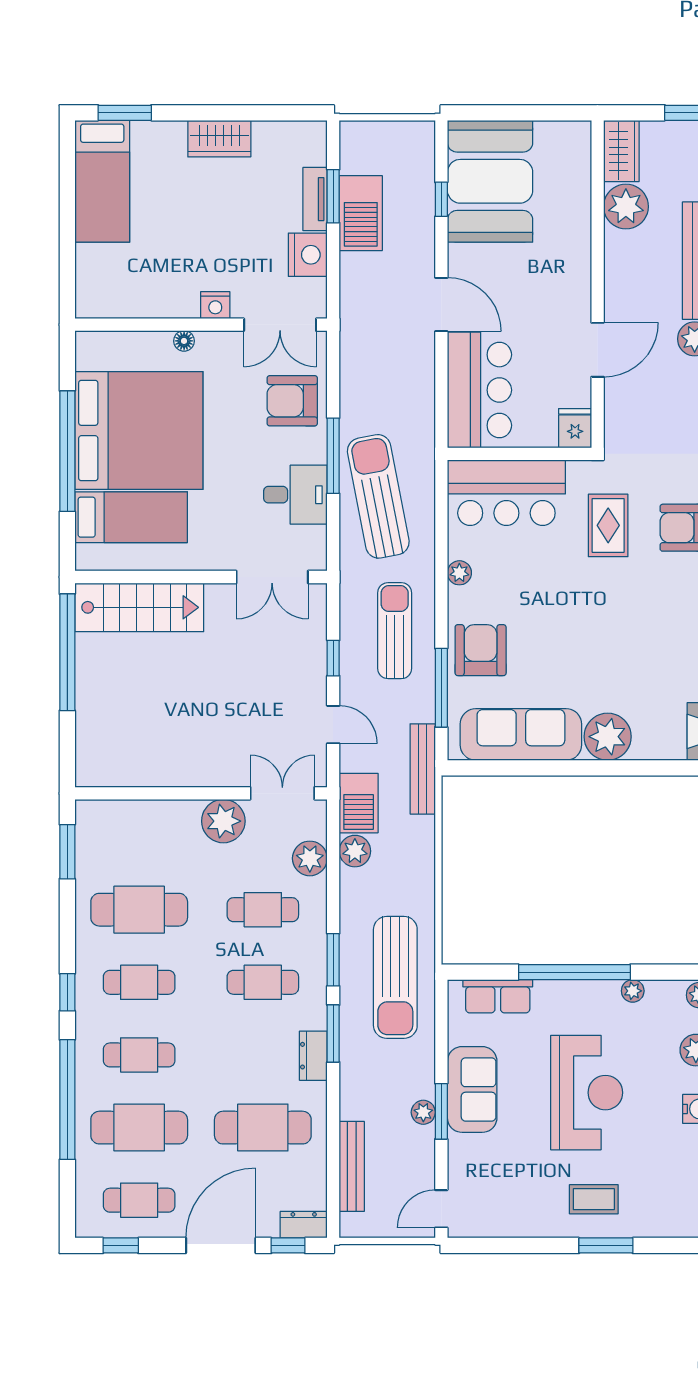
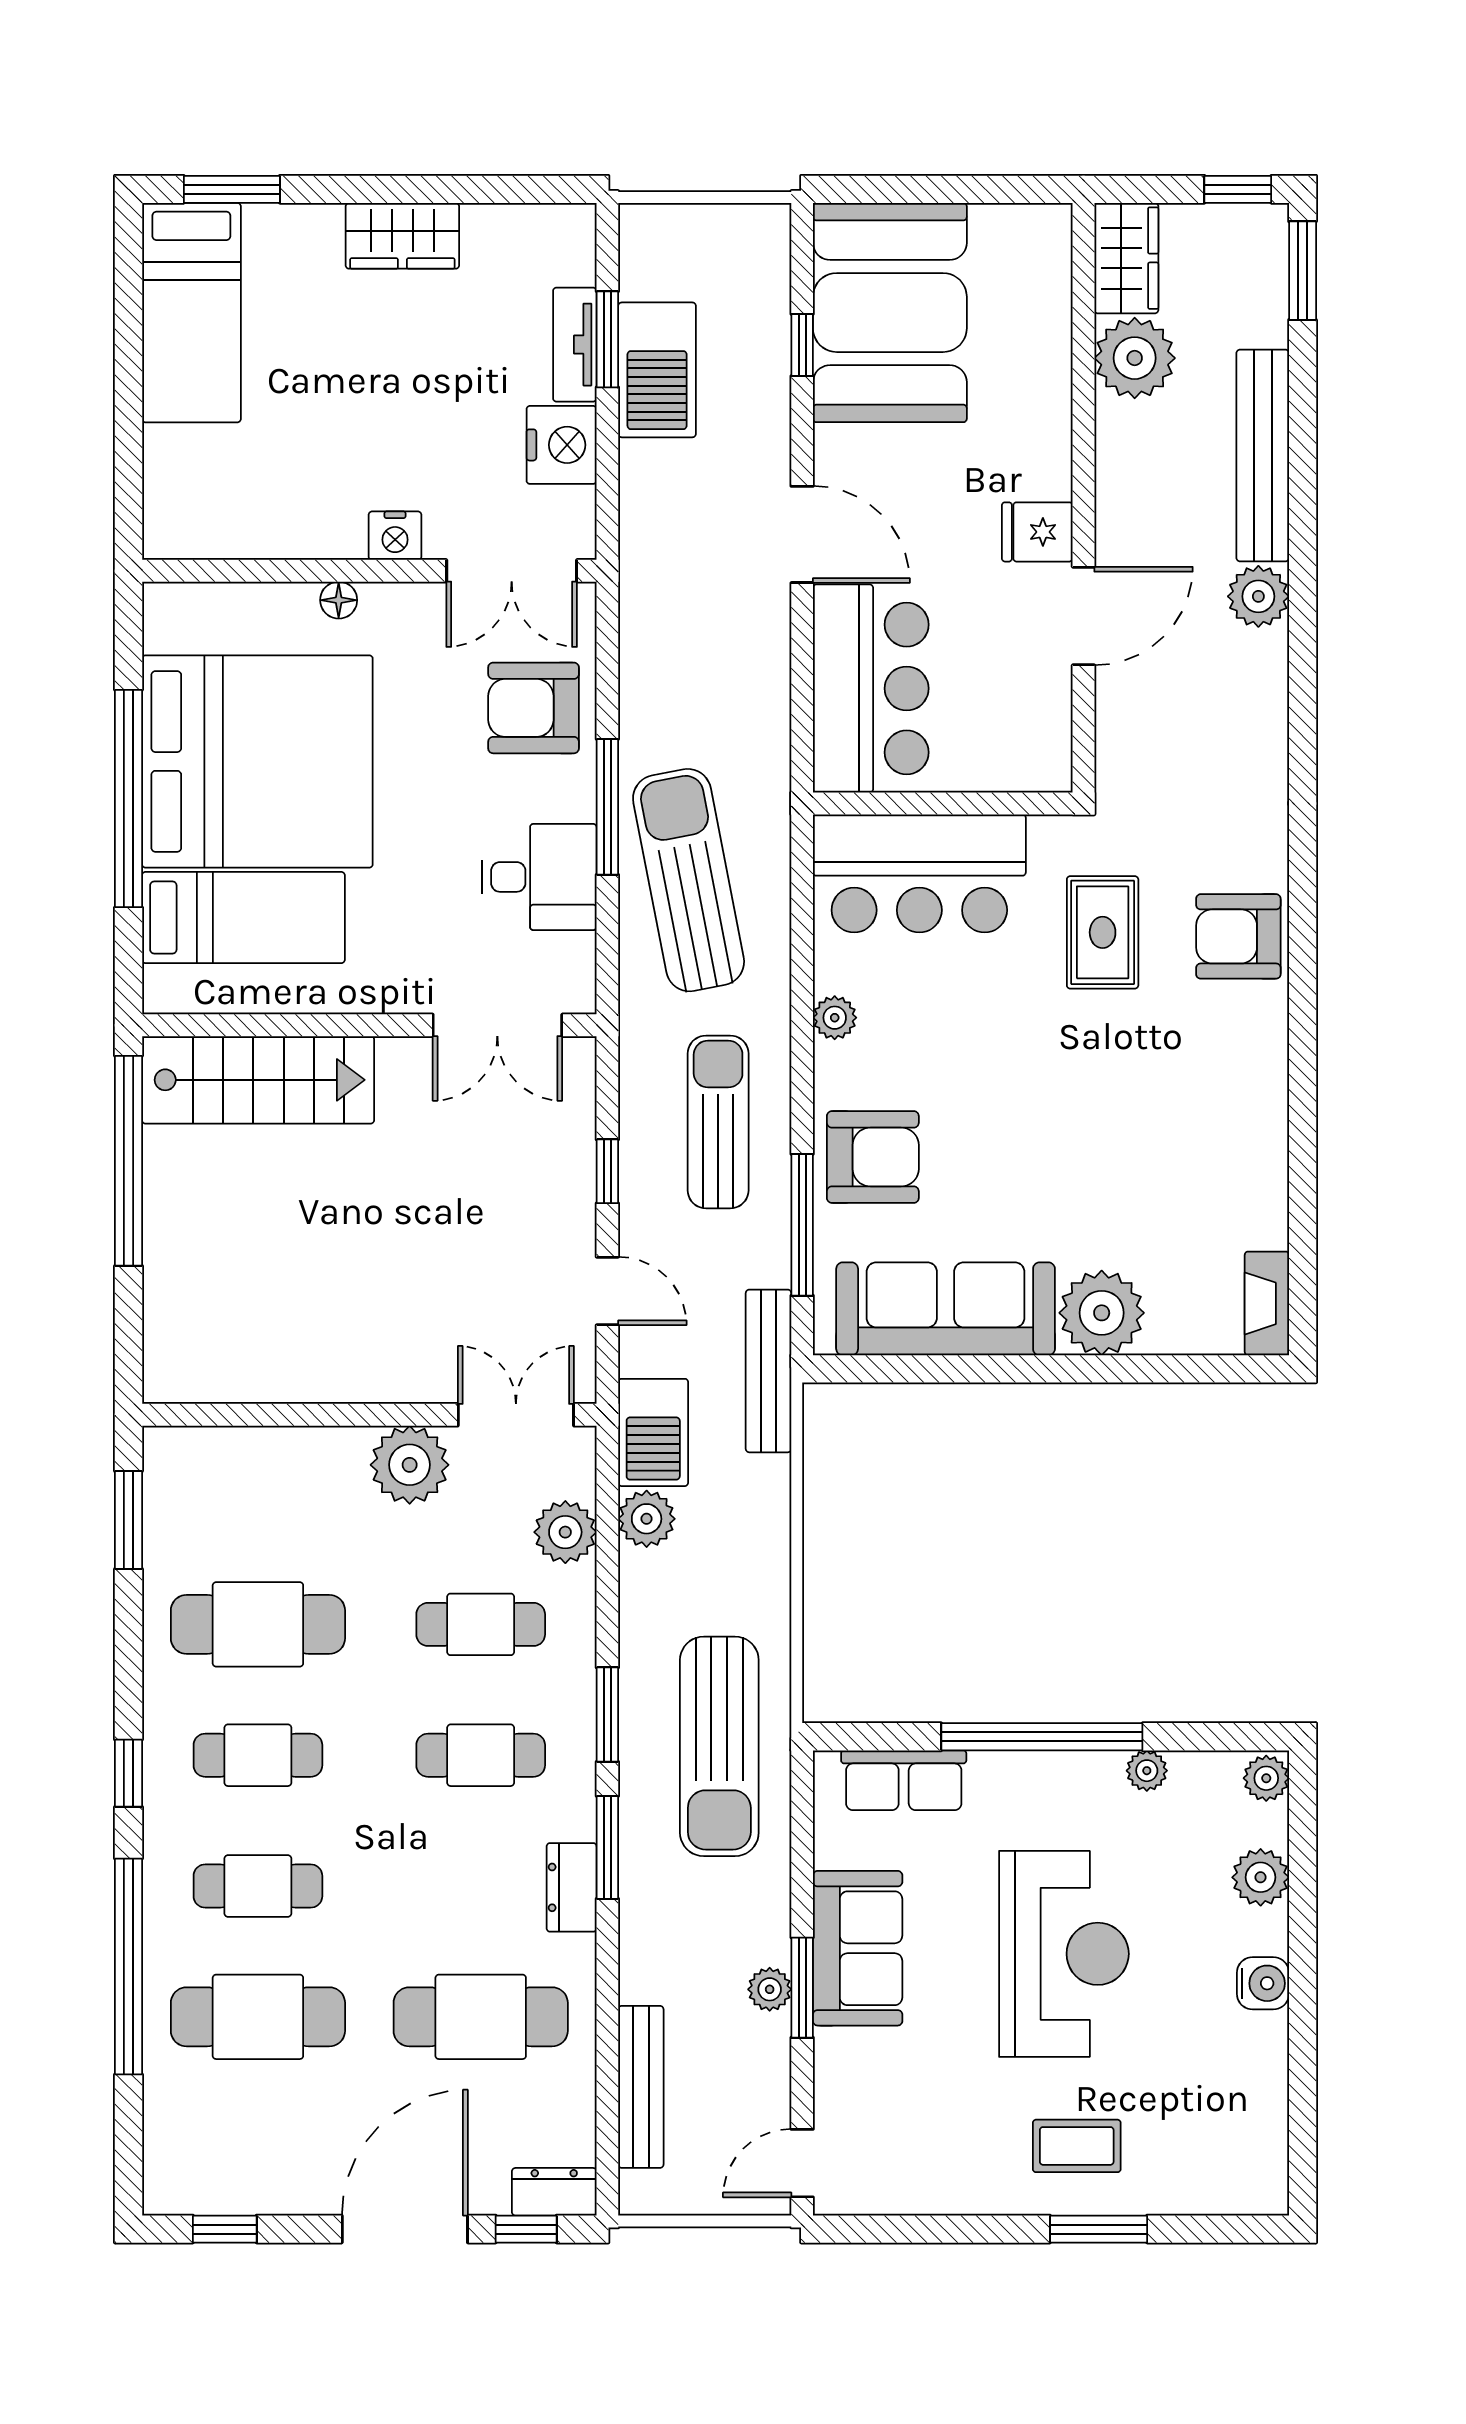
fridge: (575, 428) -> (1037, 532), moved, turned -90
armchair: (481, 650) -> (873, 1157), turned 90
cafe table: (139, 1200) -> (258, 2148), removed

